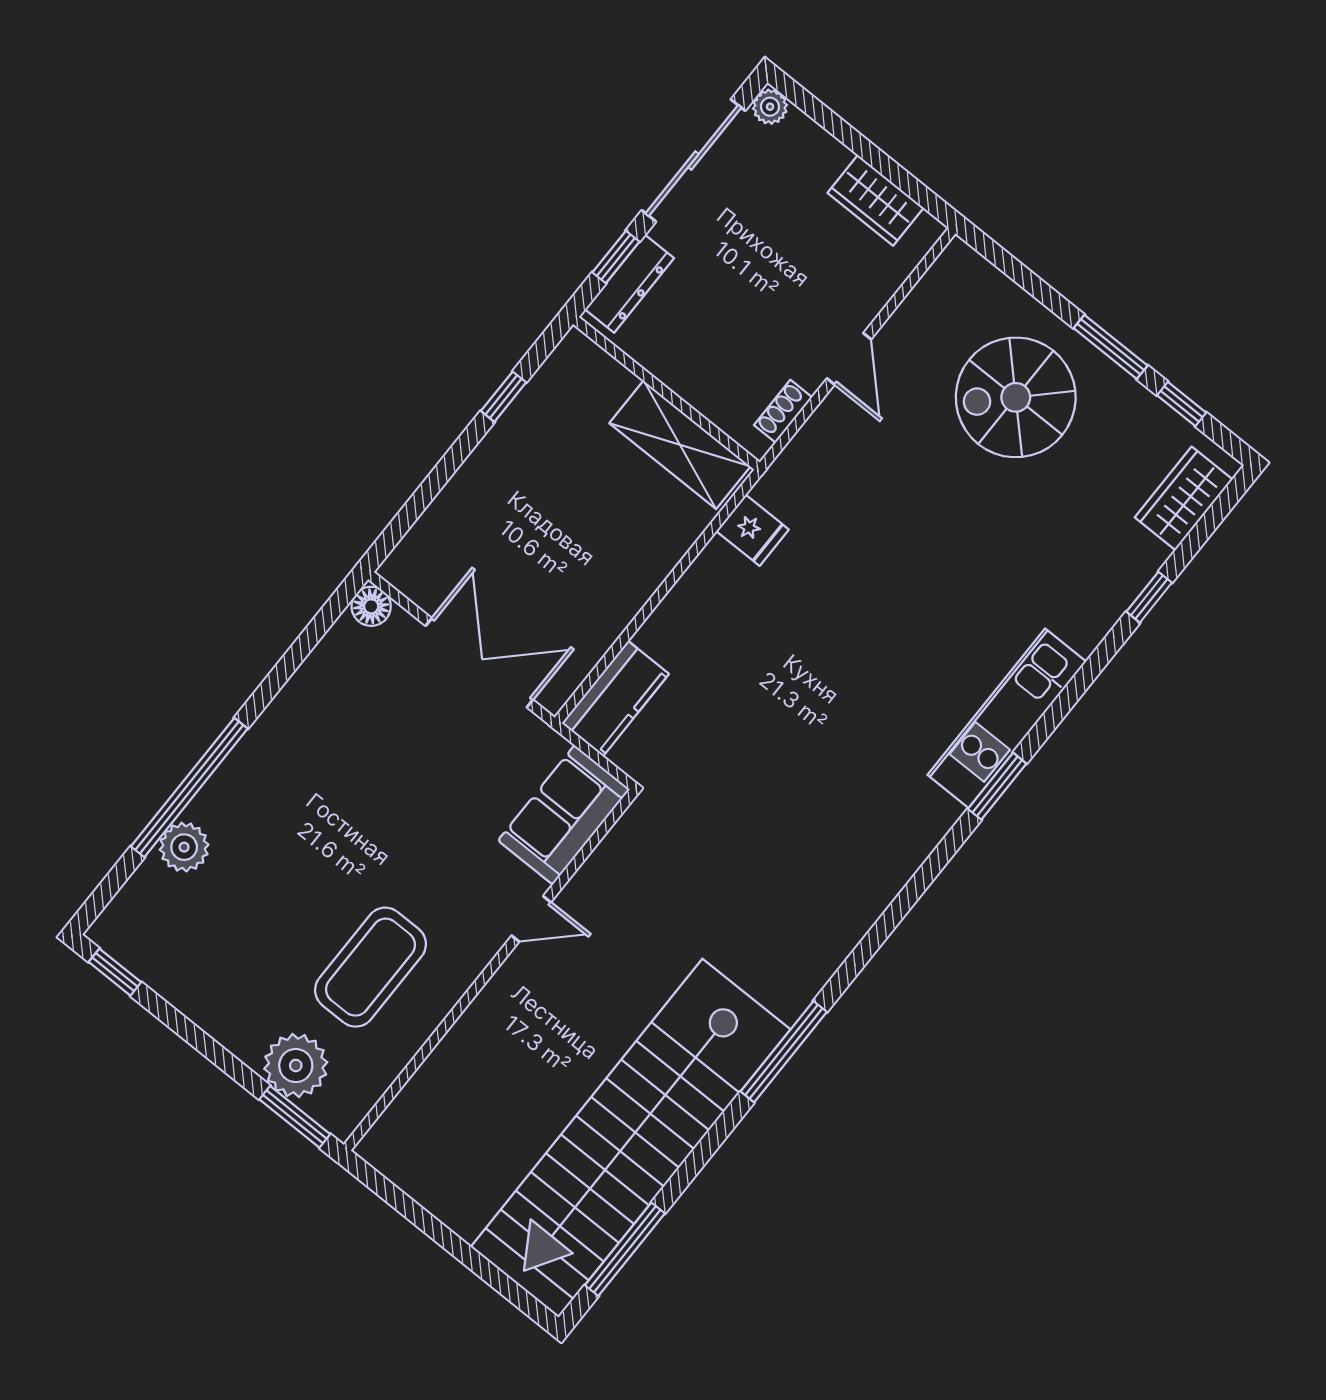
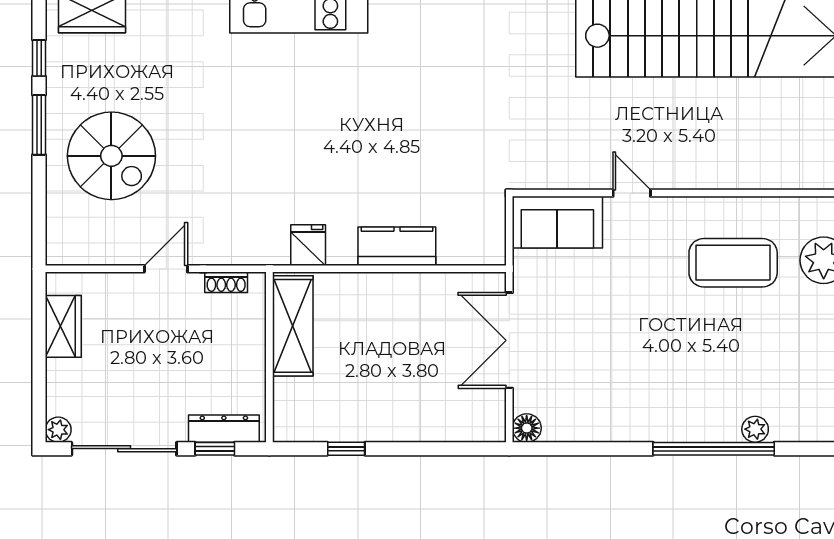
kitchen counter: (615, 699) -> (397, 246), moved
plant: (184, 847) -> (755, 429), width x0.73, depth x0.73

